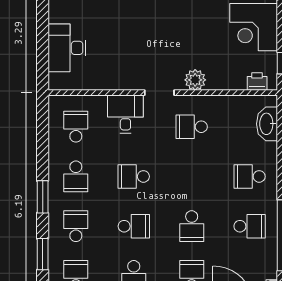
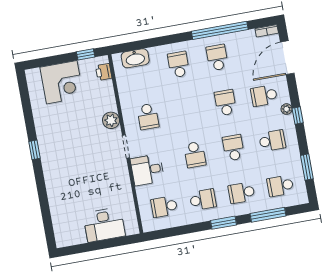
school desk: (250, 176) -> (179, 65), turned 180
school desk: (192, 226) -> (225, 103), turned -90
window: (43, 254) -> (268, 215), width x1.44

